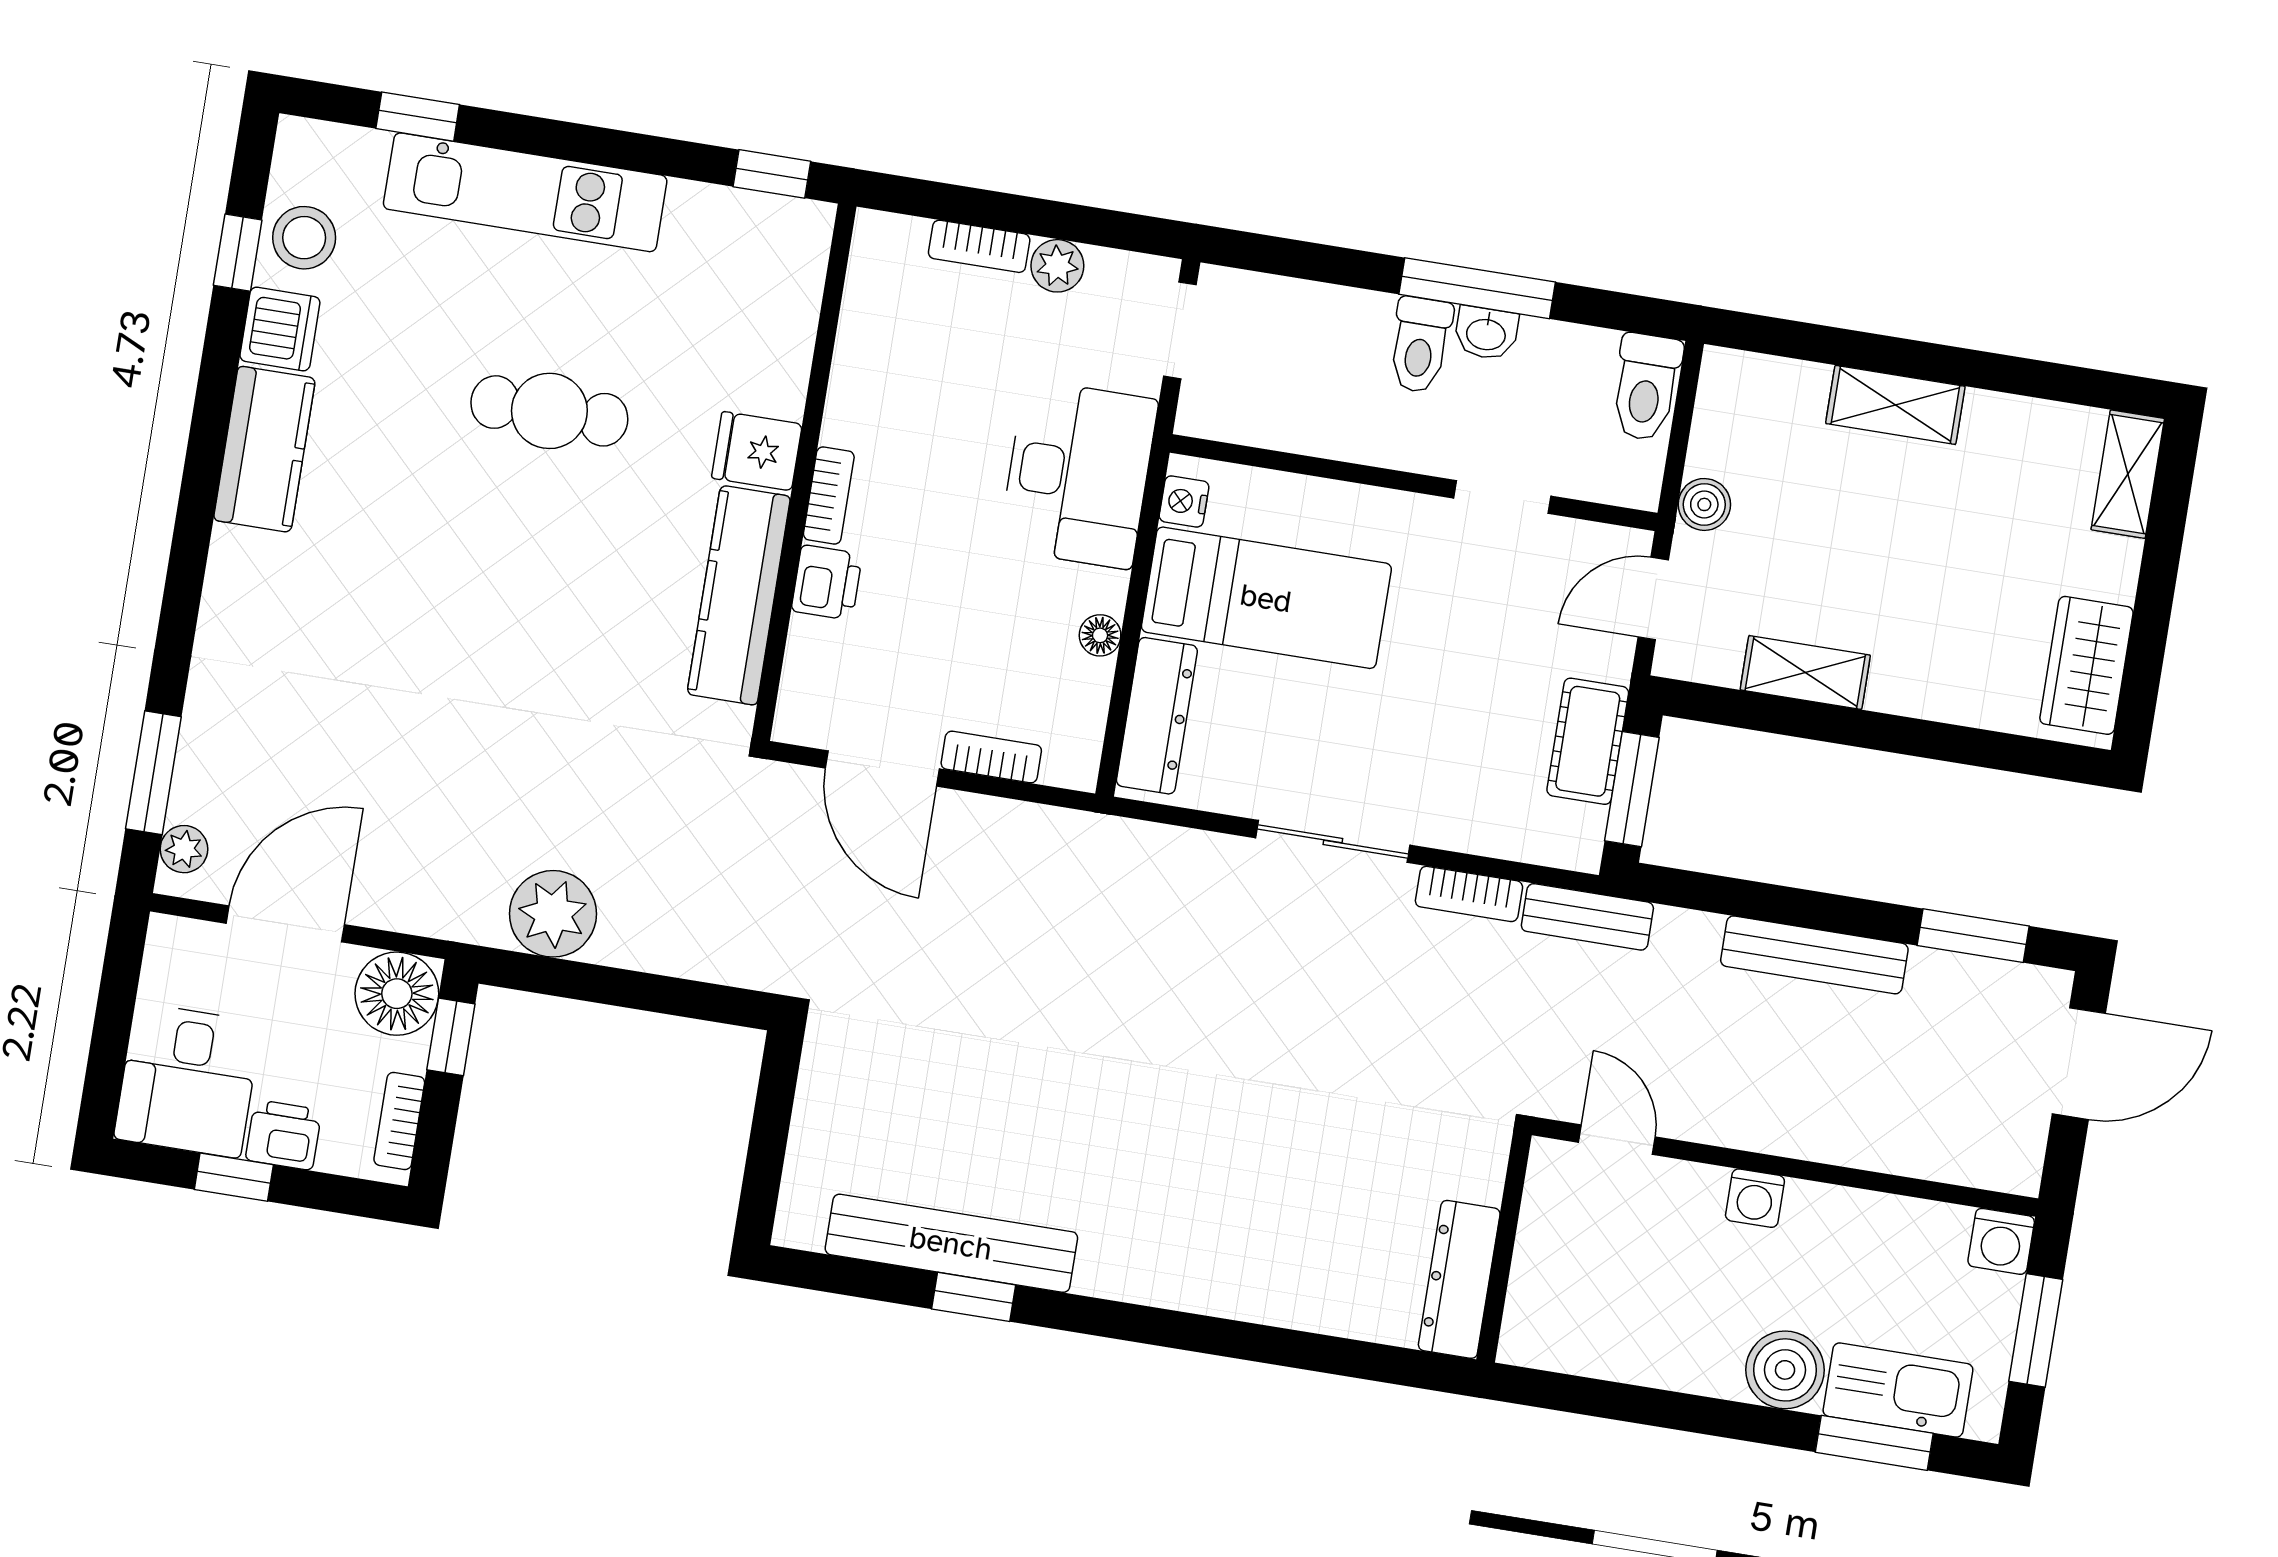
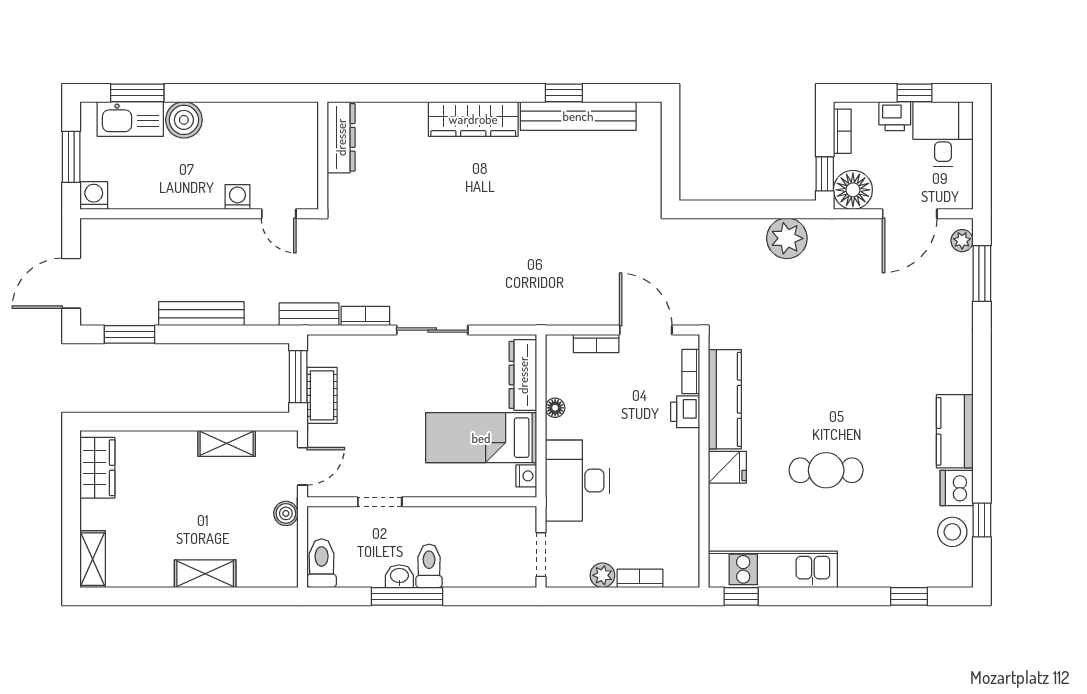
kitchen unit: (525, 192) -> (773, 569), moved
bookcase: (829, 496) -> (691, 371), moved
washing machine: (1755, 1198) -> (237, 197), moved
wardrobe: (1174, 1273) -> (473, 119), added

